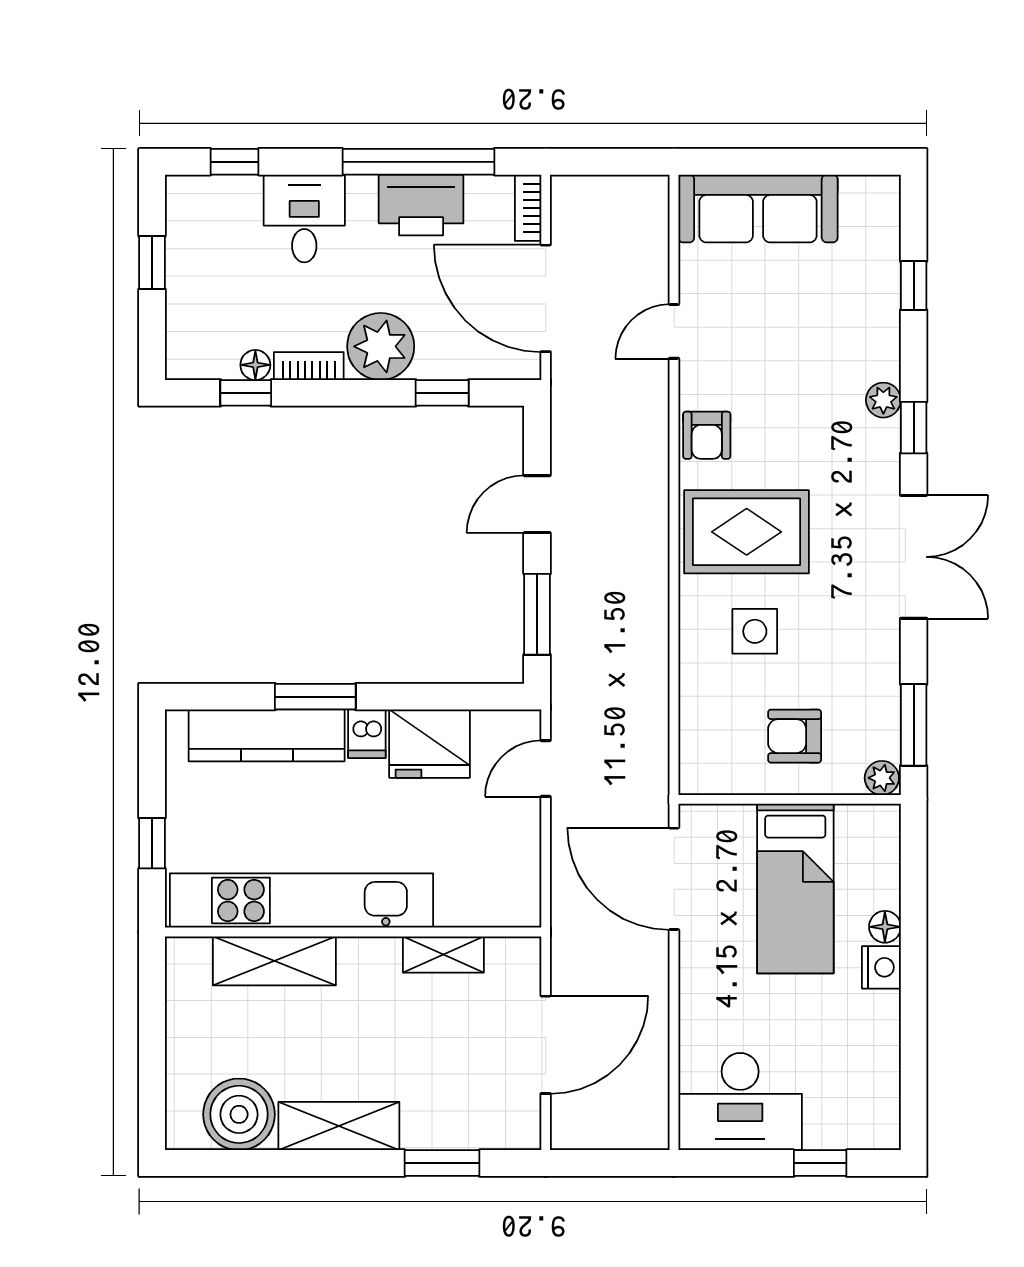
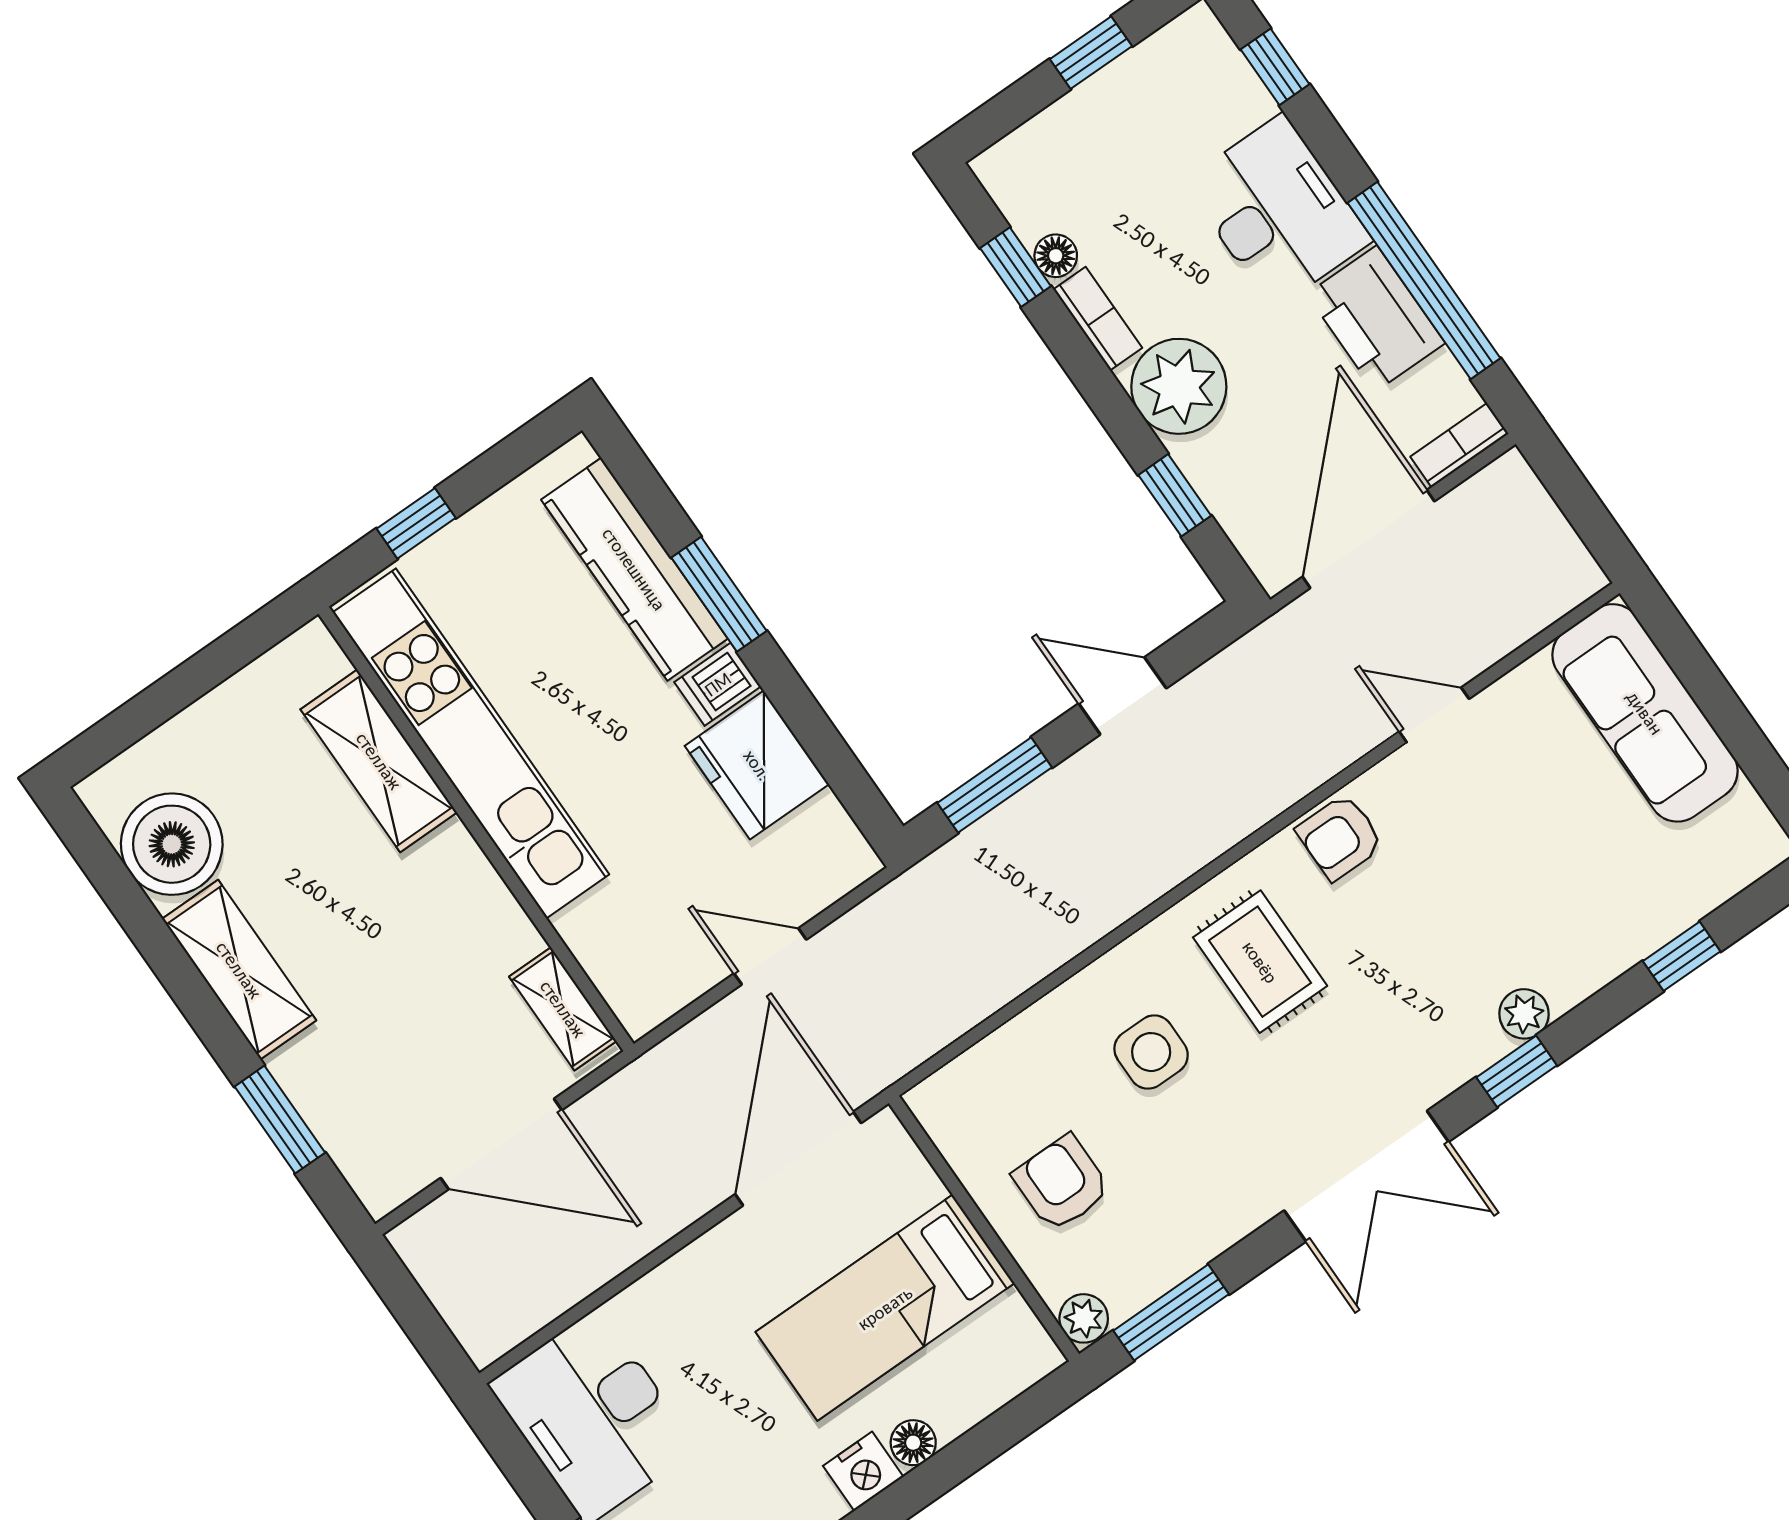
desk: (304, 219) -> (1278, 211), width x1.37
rug: (747, 532) -> (1260, 962), width x0.73, depth x0.70
door: (546, 768) -> (770, 956), moved
shelving: (443, 954) -> (563, 1009), moved

